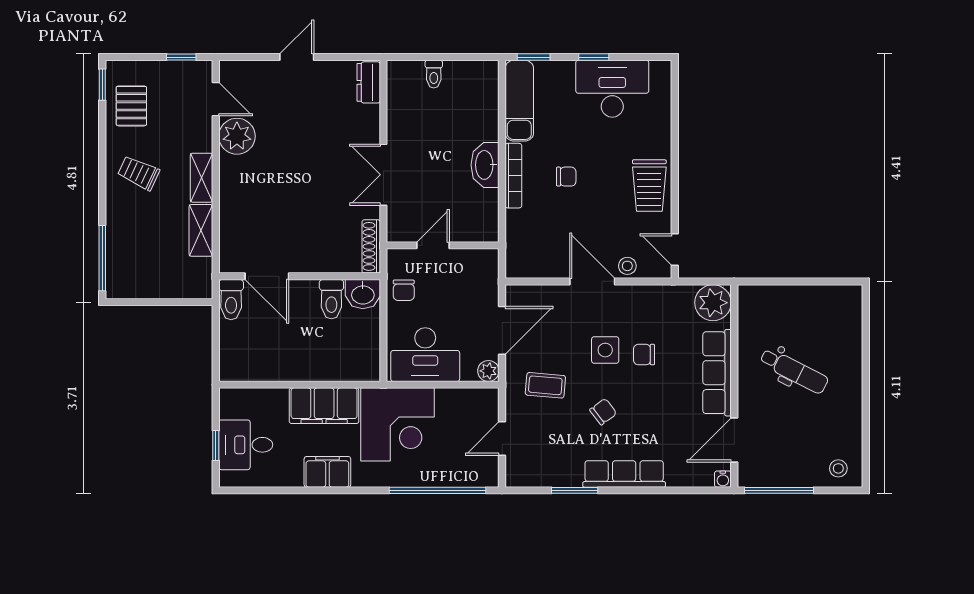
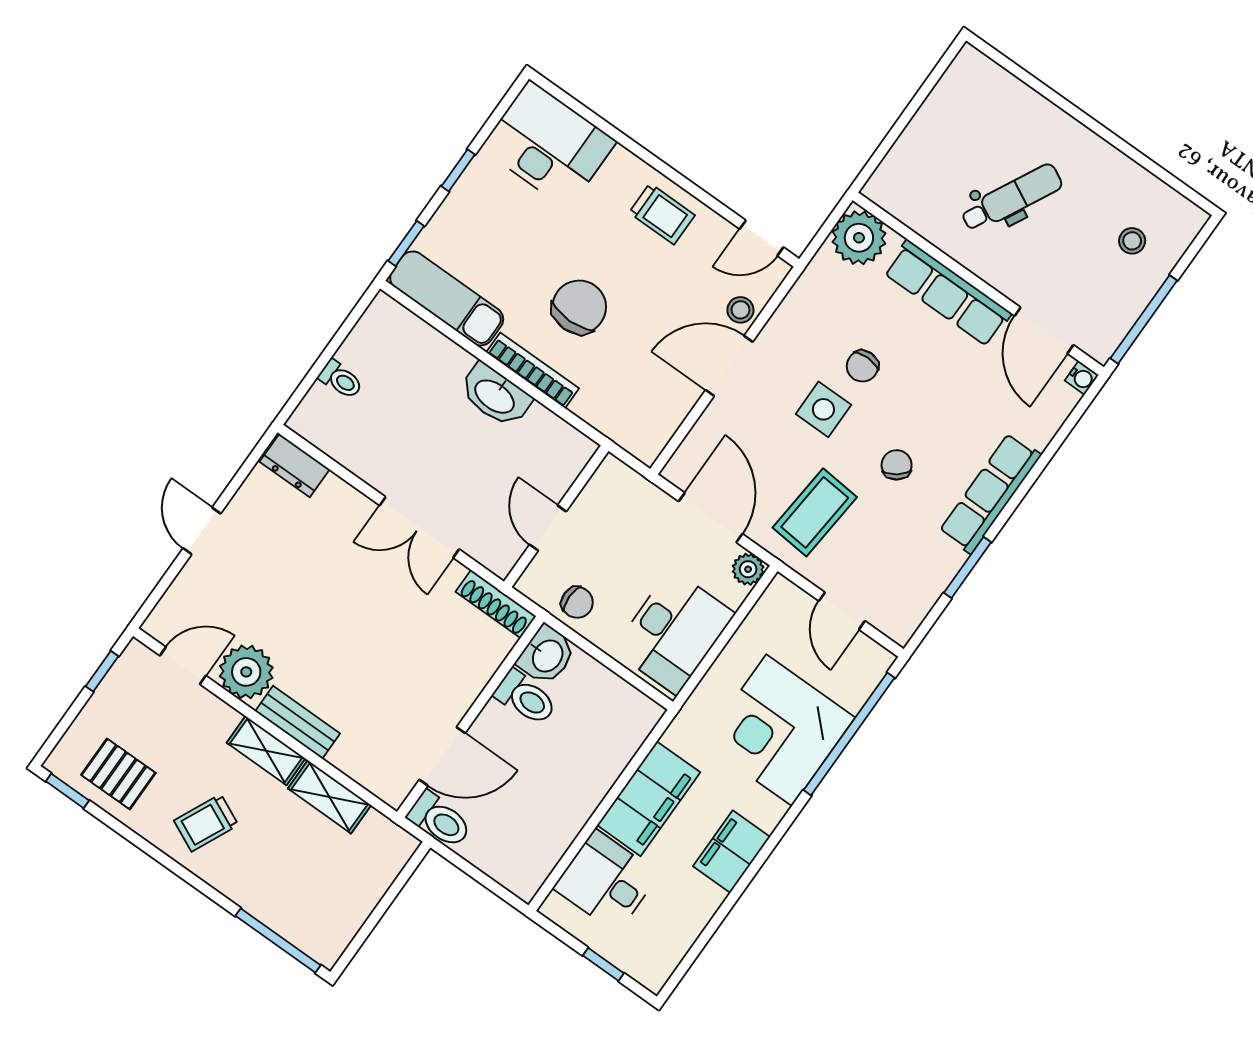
desk: (612, 89) -> (549, 145), moved, turned 90
chair: (566, 177) -> (579, 307), width x1.87, depth x1.87
bench: (229, 184) -> (298, 722), added
trolley: (649, 186) -> (662, 214), width x0.73, depth x0.72
coffee table: (545, 385) -> (815, 512), width x1.36, depth x1.30
corner desk: (397, 424) -> (779, 730), moved, turned 180
desk: (246, 445) -> (606, 881), moved, turned 90
stool: (838, 468) -> (1132, 241), moved

